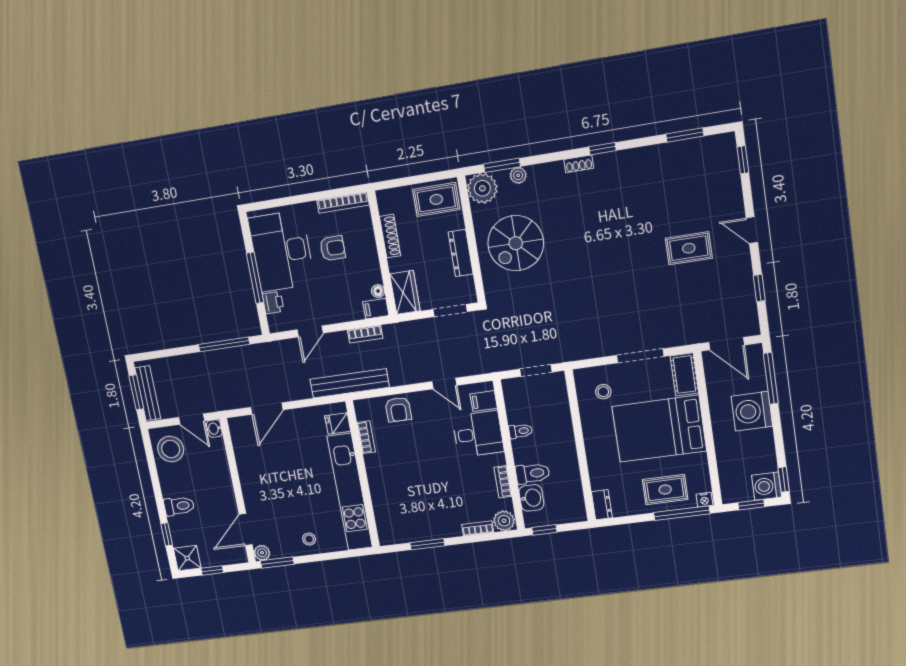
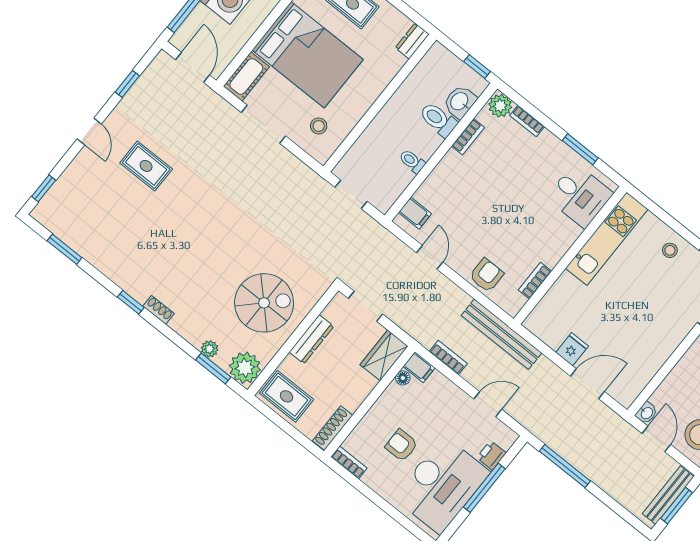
bookcase: (343, 203) -> (349, 462), width x0.64
shoe rack: (390, 236) -> (333, 428), moved
fridge: (338, 424) -> (572, 349), moved, turned -90
desk: (478, 434) -> (580, 196), moved, turned 180
kitchen unit: (350, 492) -> (607, 239), width x0.73

